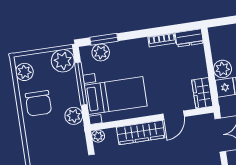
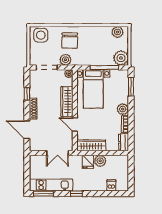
plant: (101, 52) -> (123, 109), moved
wardrobe: (202, 93) -> (91, 145), width x1.50
chair: (38, 103) -> (70, 41), moved, turned -90
plant: (74, 116) -> (65, 60), moved

